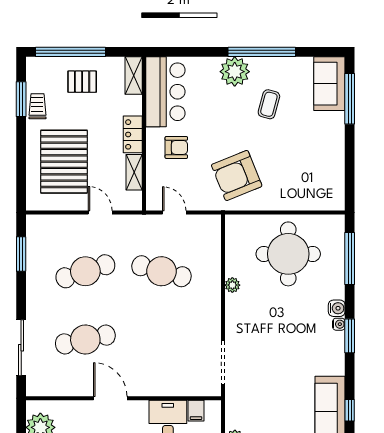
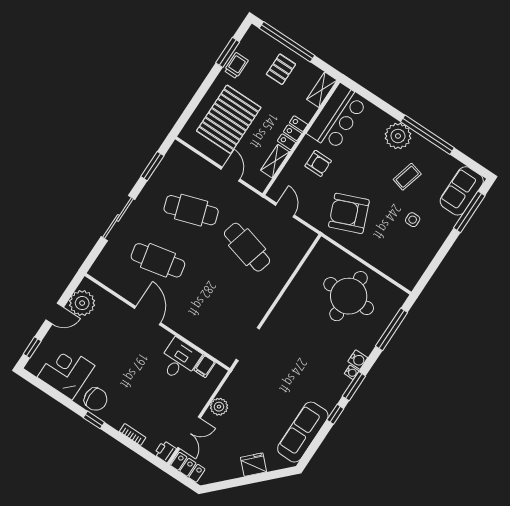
pallet: (82, 82) -> (281, 69), turned 90
side table: (301, 142) -> (413, 220), added
plant: (232, 285) -> (292, 292), removed
sliding door: (21, 348) -> (118, 218), moved
window: (350, 410) -> (335, 414), moved

